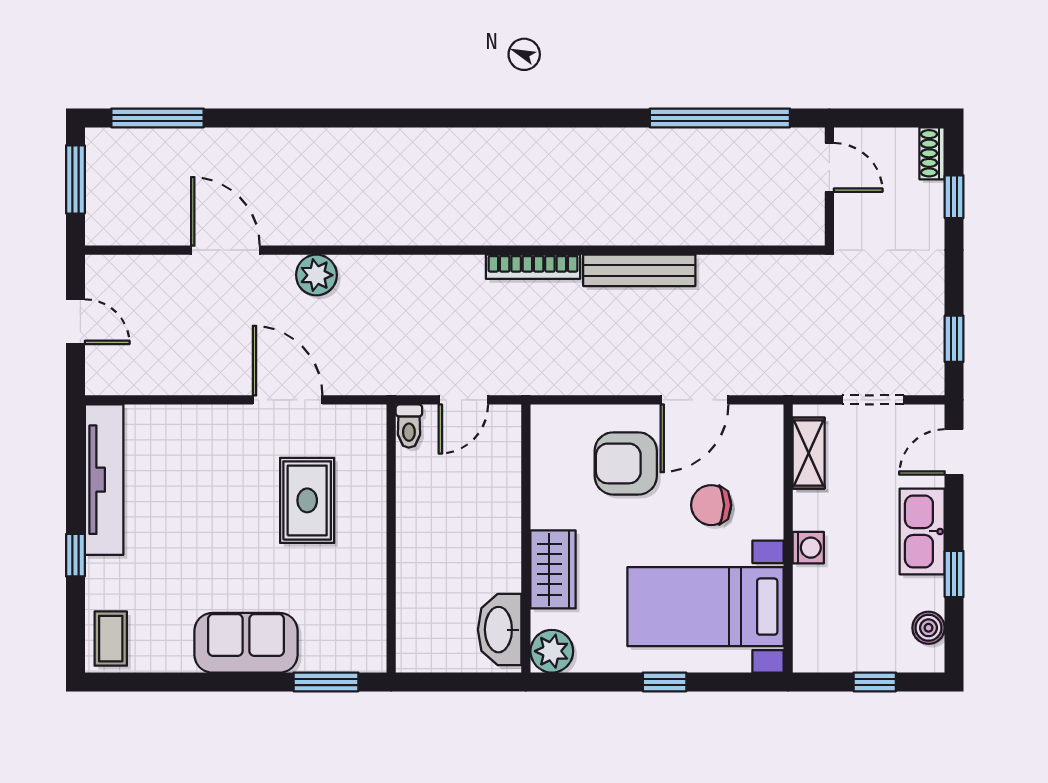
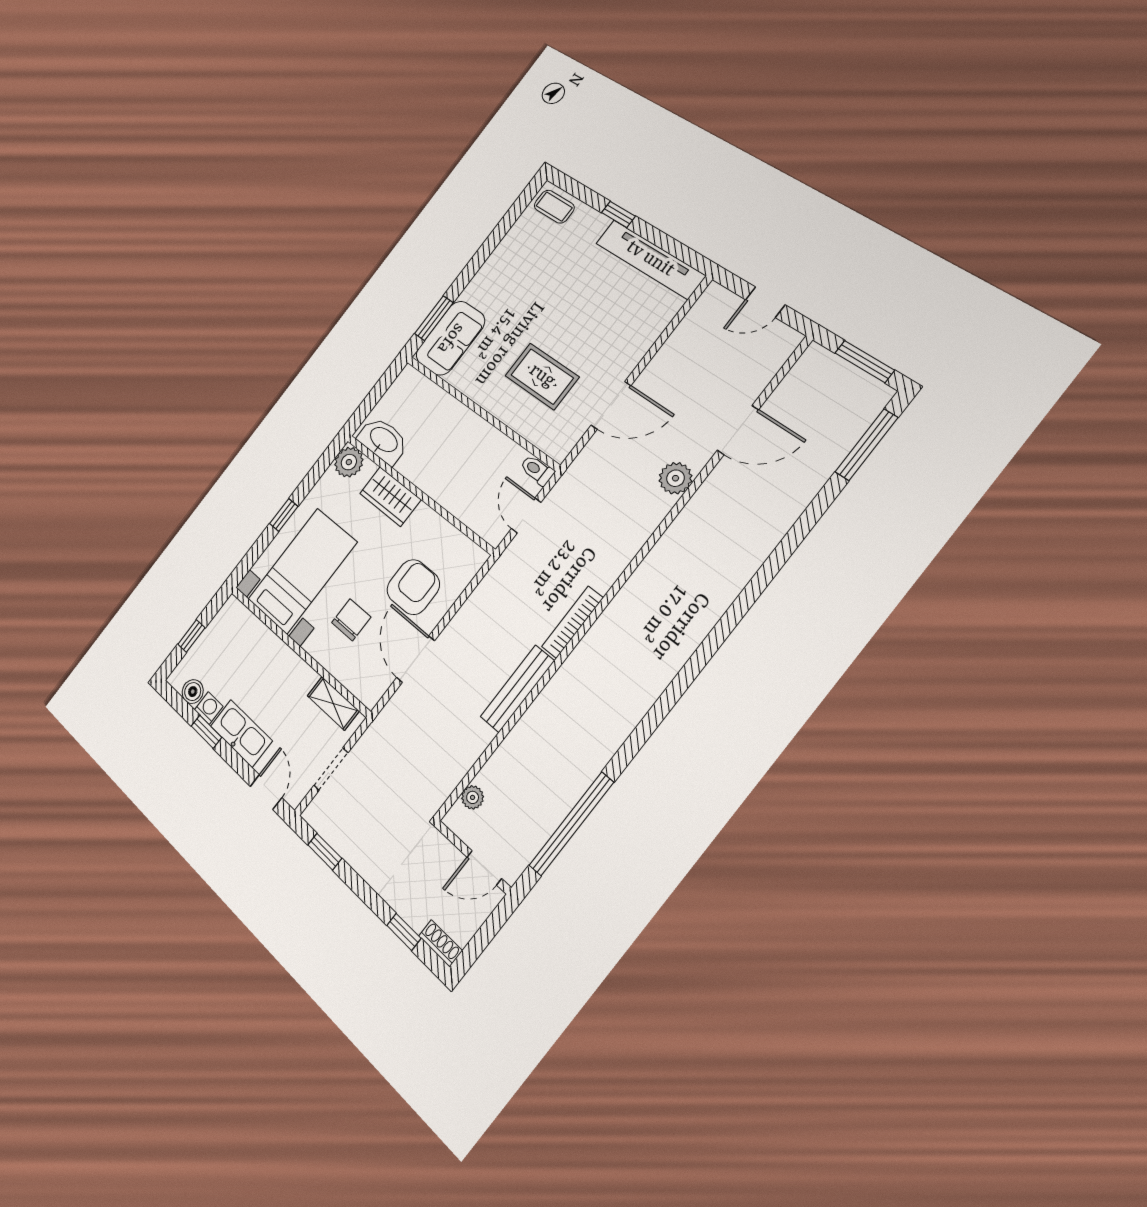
plant: (776, 231) -> (473, 797), added
washing machine: (808, 548) -> (209, 708), moved, turned 180
sofa: (246, 643) -> (450, 338), moved

